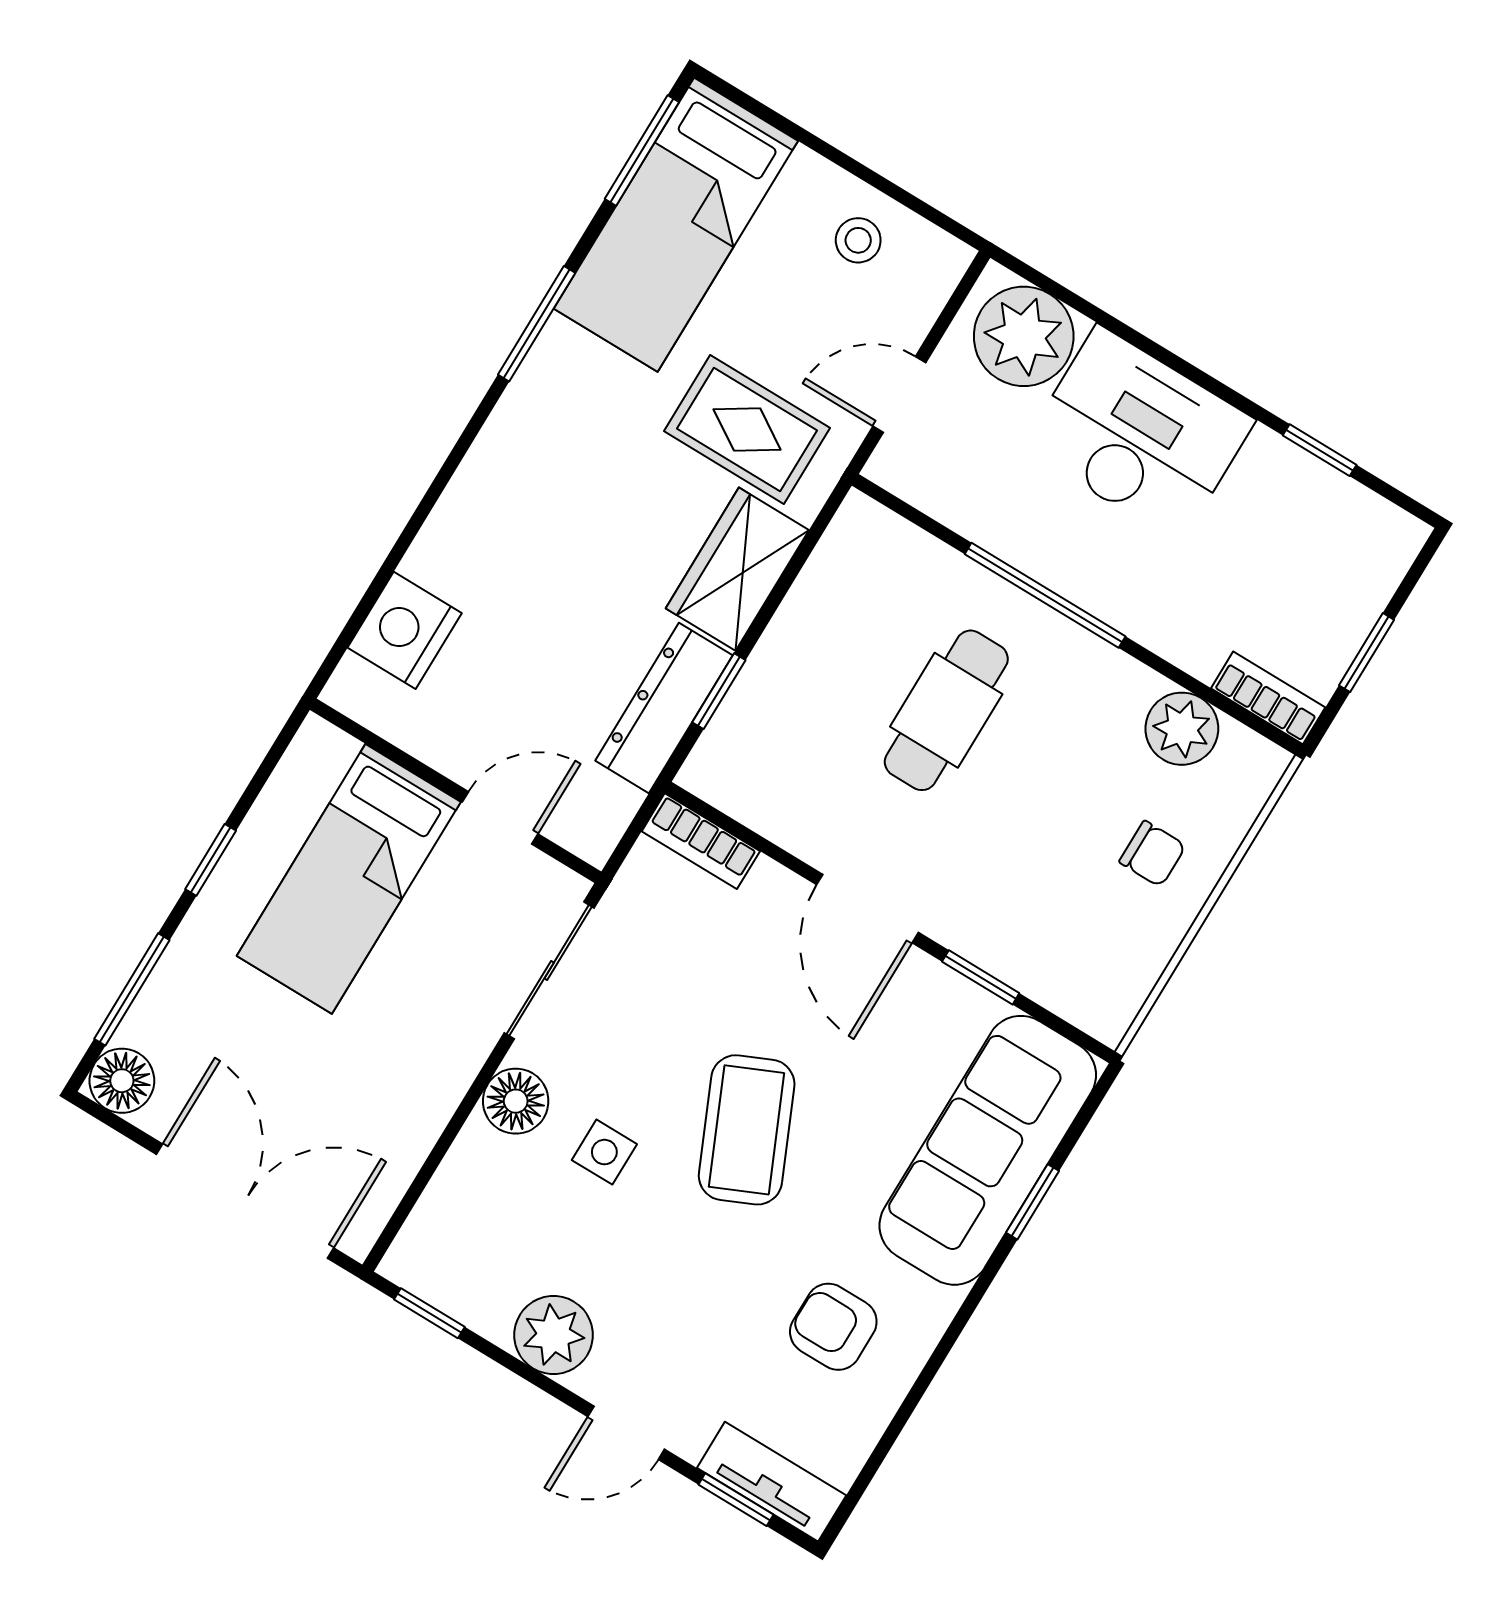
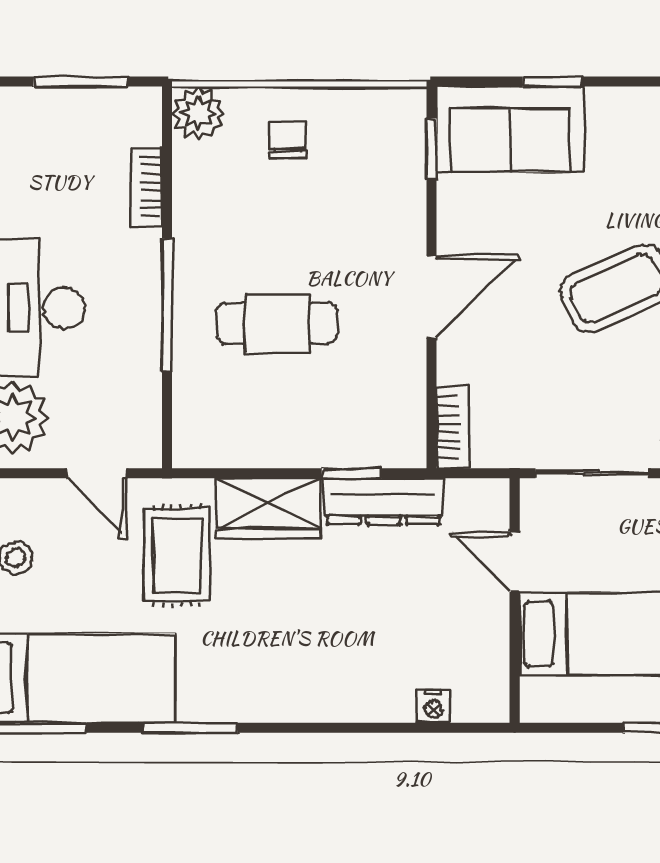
nightstand: (405, 630) -> (433, 707), width x0.53, depth x0.56
window: (1367, 653) -> (80, 82), width x1.50
bookcase: (1268, 698) -> (146, 187), moved
plant: (1182, 729) -> (199, 113), moved
window: (981, 977) -> (431, 149), moved
sofa: (988, 1150) -> (510, 129), width x0.73

